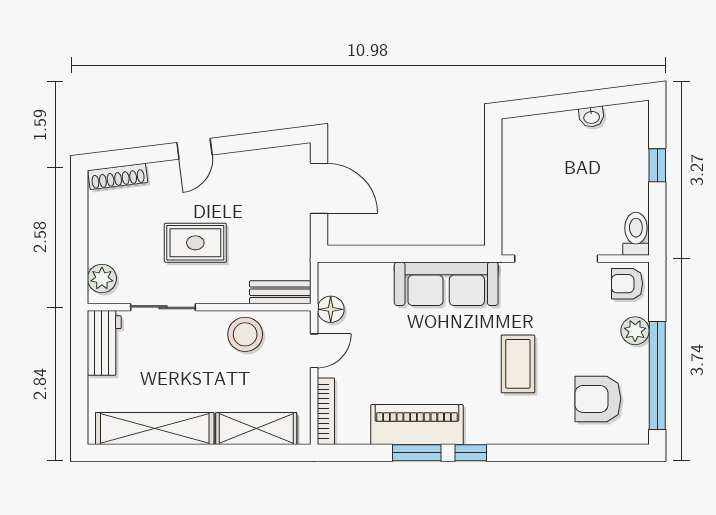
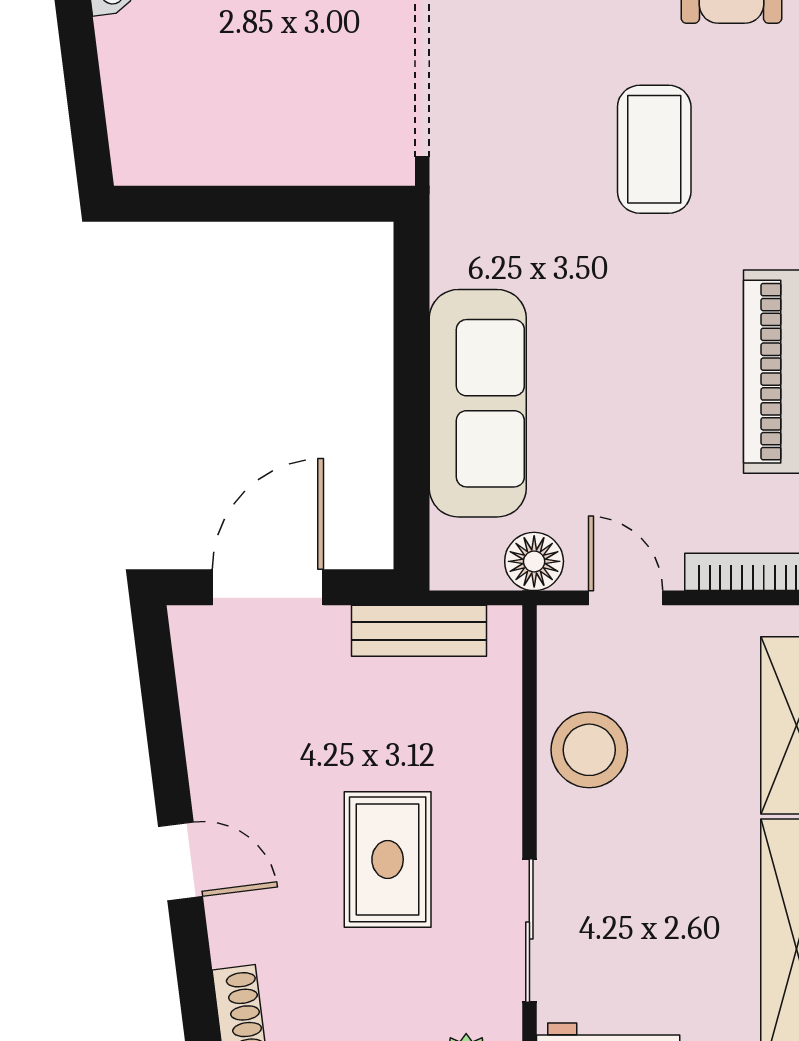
sofa: (446, 284) -> (478, 403), moved
bench: (280, 292) -> (419, 631), moved, turned 90
coffee table: (518, 364) -> (654, 149), turned 90

